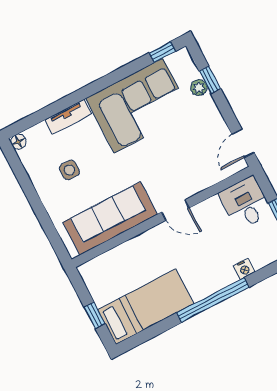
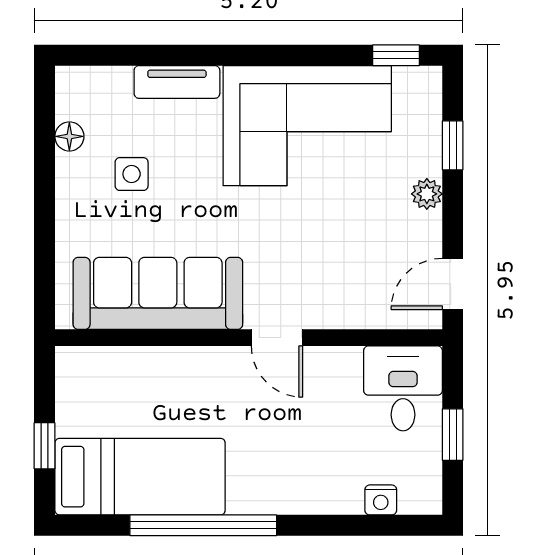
plant: (199, 88) -> (427, 194), moved
floor lamp: (18, 142) -> (69, 136), moved
nightstand: (244, 269) -> (381, 500), moved
window: (213, 300) -> (203, 525), moved

